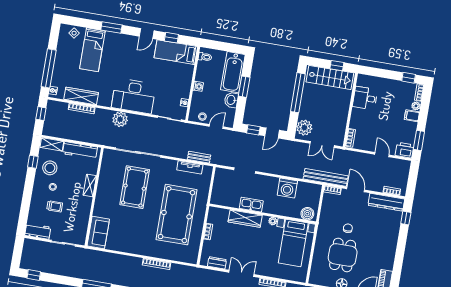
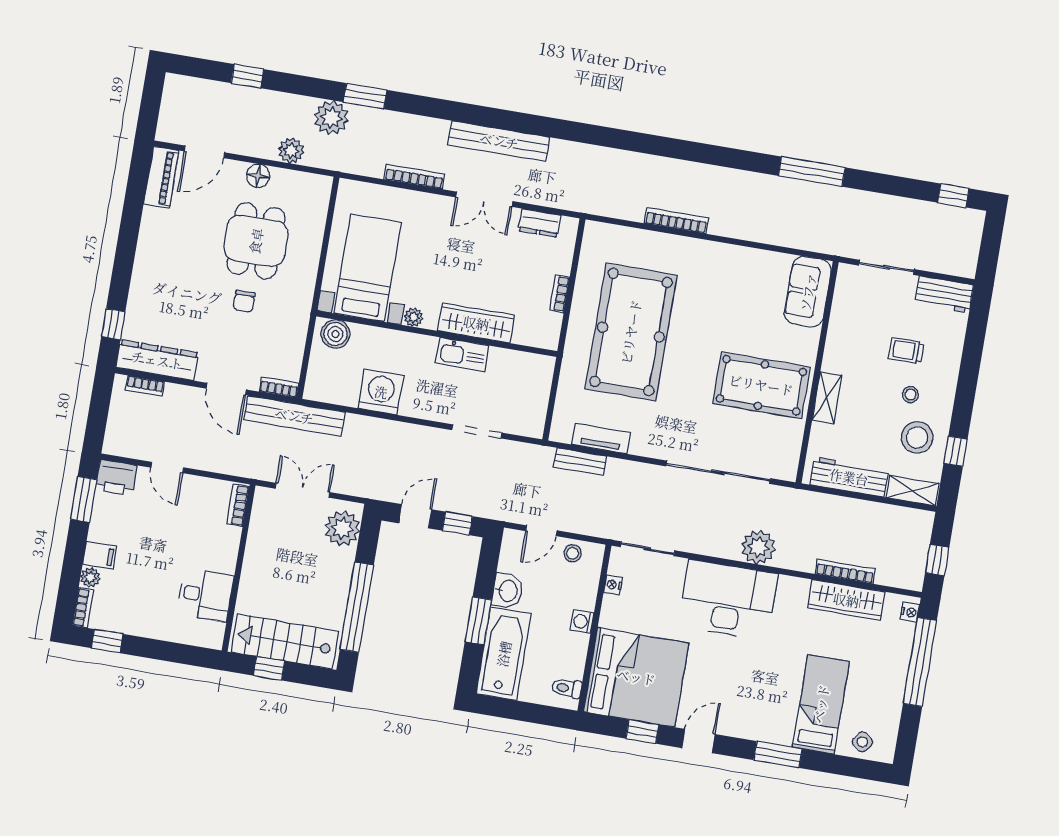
bed: (176, 52) -> (636, 677), width x2.04
pool table: (135, 187) -> (761, 385), moved, turned 90

